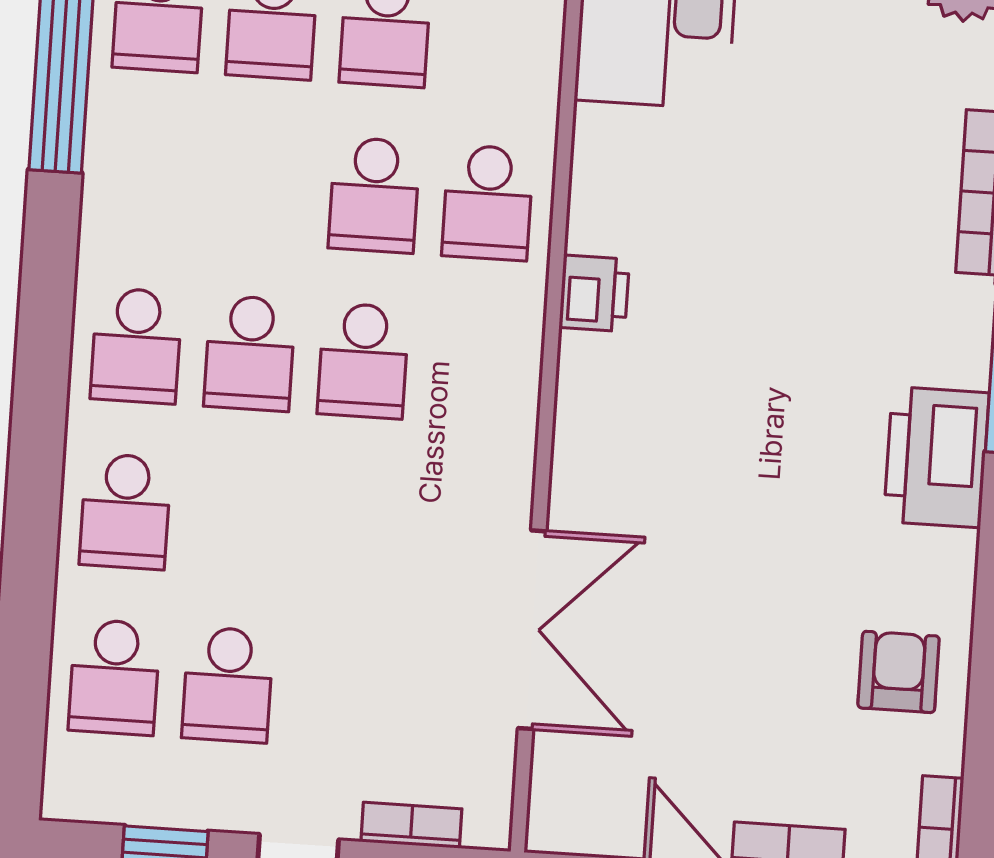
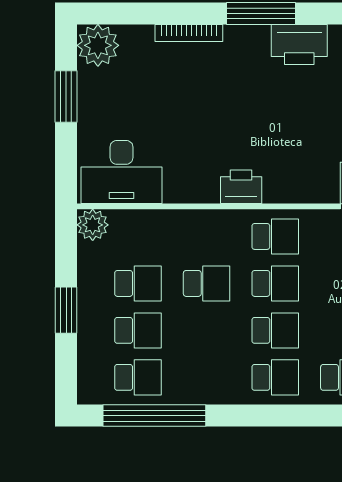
school desk: (488, 203) -> (275, 236), moved
printer: (594, 293) -> (241, 187), width x1.36, depth x1.24

